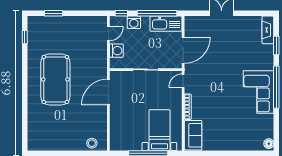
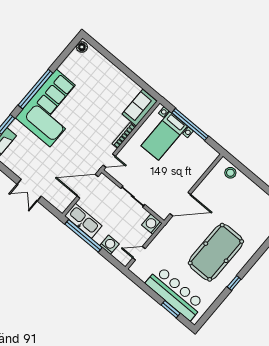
window: (121, 13) -> (114, 261), removed
bar counter: (60, 27) -> (175, 293), added
window: (25, 37) -> (234, 283), moved
washing machine: (116, 51) -> (152, 224), moved
corner sofa: (258, 92) -> (53, 108), width x1.36, depth x1.36

